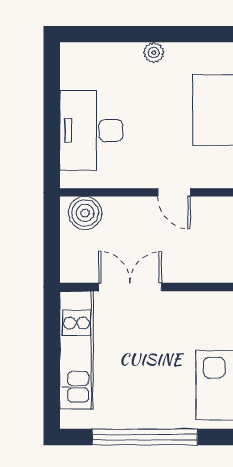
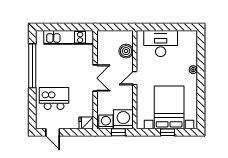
boiler: (85, 213) -> (126, 51), moved
double door: (130, 287) -> (95, 78), moved

